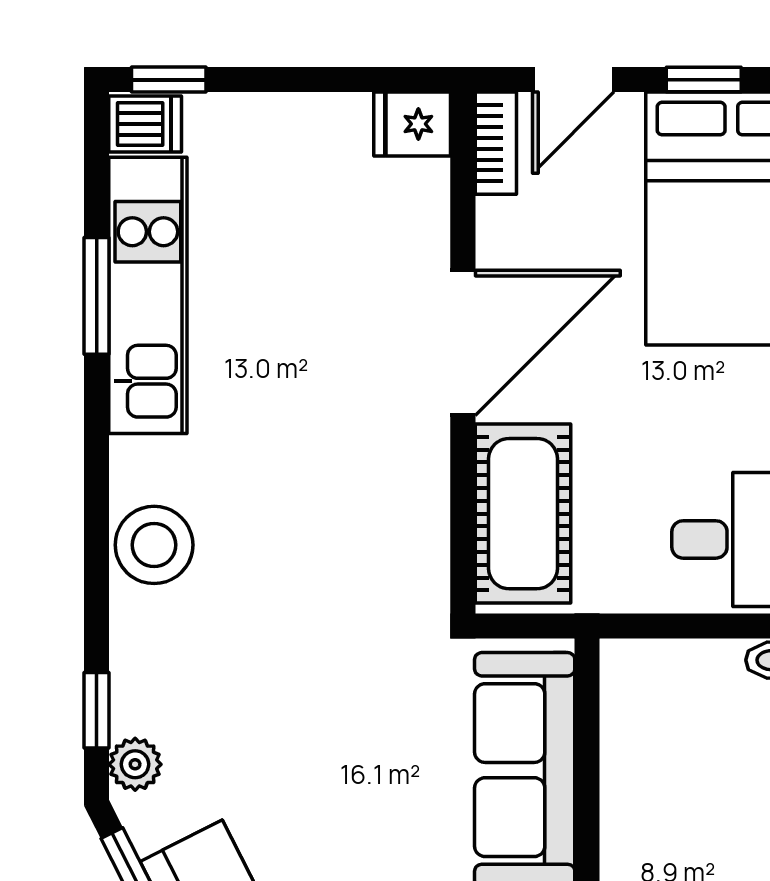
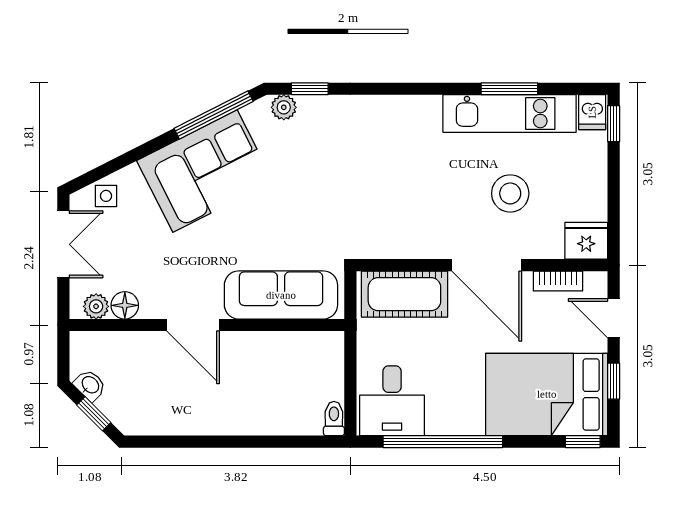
fridge: (412, 124) -> (586, 241), width x1.38
bookcase: (496, 143) -> (558, 281), moved
stool: (154, 545) -> (510, 193), moved

